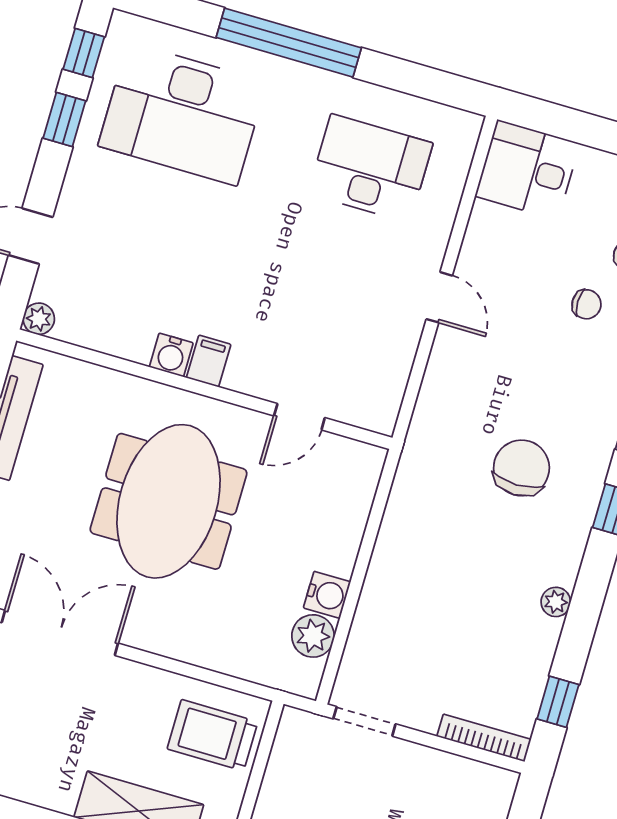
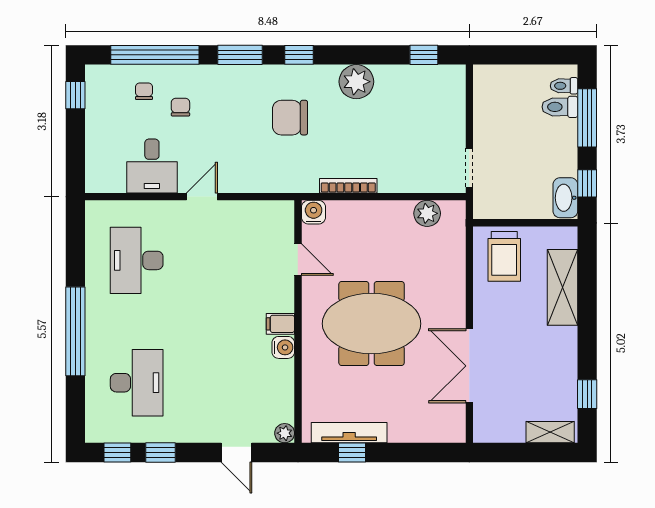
desk: (182, 114) -> (137, 383), width x0.73, depth x0.77
desk: (527, 170) -> (152, 166), moved
water cooler: (327, 595) -> (314, 212), moved
plant: (556, 602) -> (356, 82), width x1.87, depth x1.87
bookcase: (484, 738) -> (348, 186), moved, turned 90

